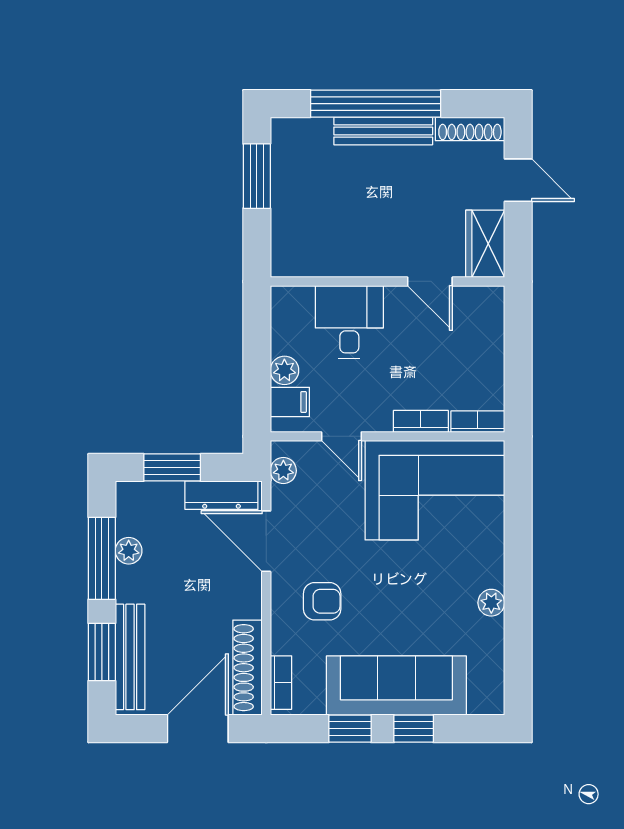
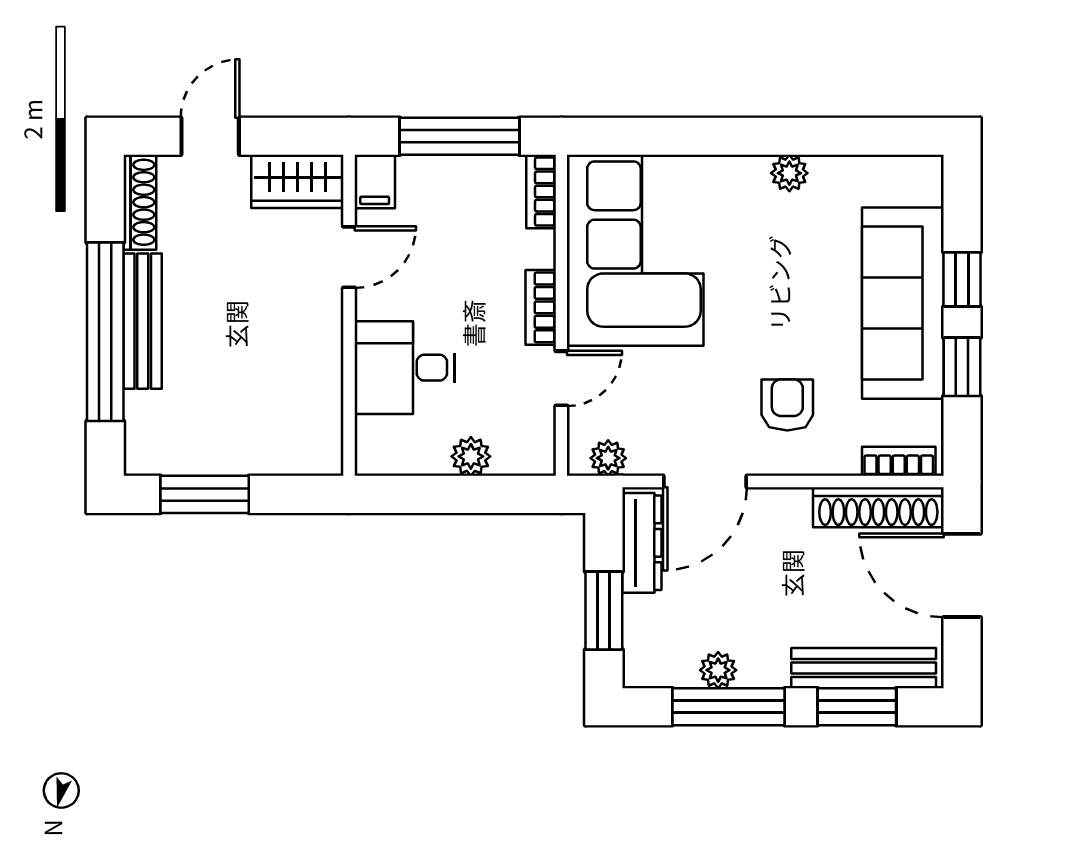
window: (518, 362) -> (460, 136), added
filing cabinet: (290, 402) -> (375, 182), moved, turned 180
bookcase: (421, 421) -> (541, 307), moved

